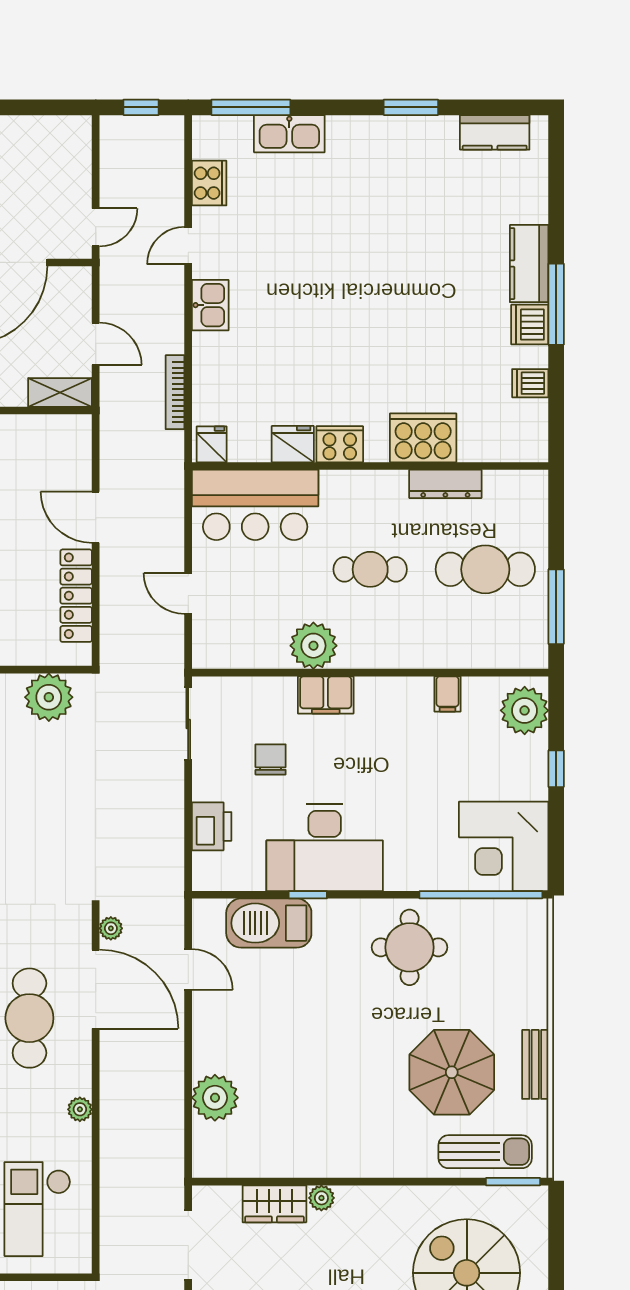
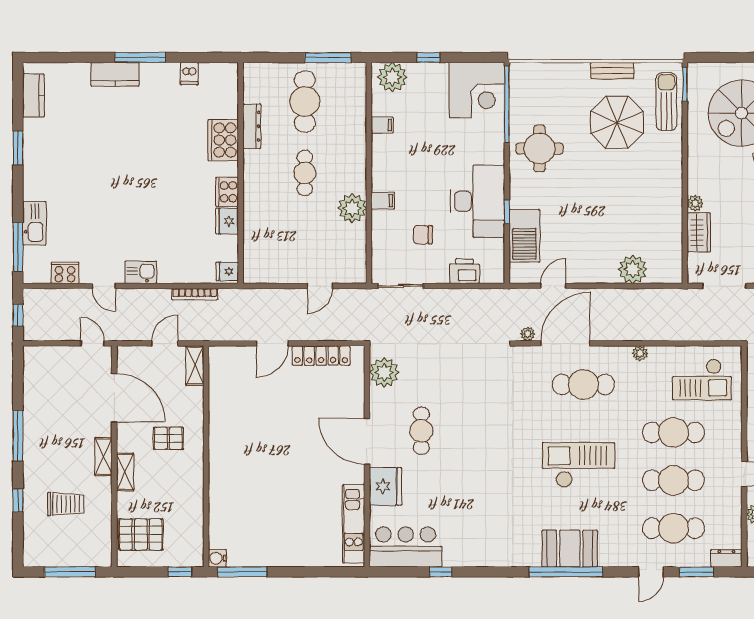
dishwasher: (530, 325) -> (153, 74), removed
bar counter: (255, 505) -> (265, 244), removed
filing cabinet: (326, 695) -> (383, 201), width x0.50

